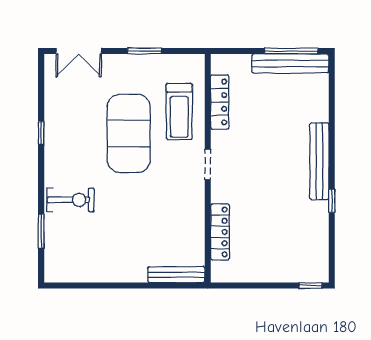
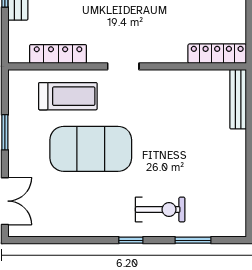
window: (41, 133) -> (131, 240), moved
exercise bike: (71, 200) -> (160, 210), turned 90
locker: (220, 232) -> (217, 54), moved

